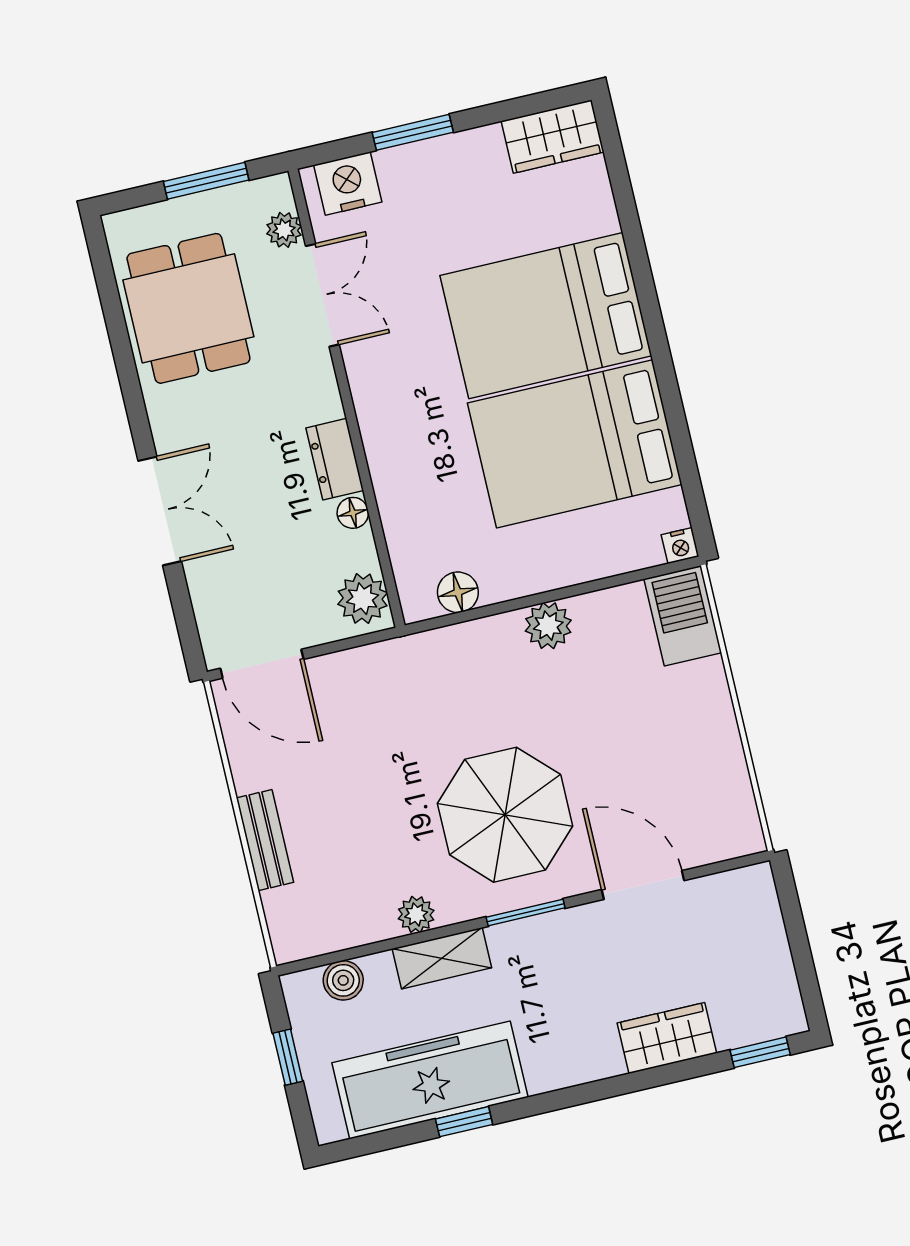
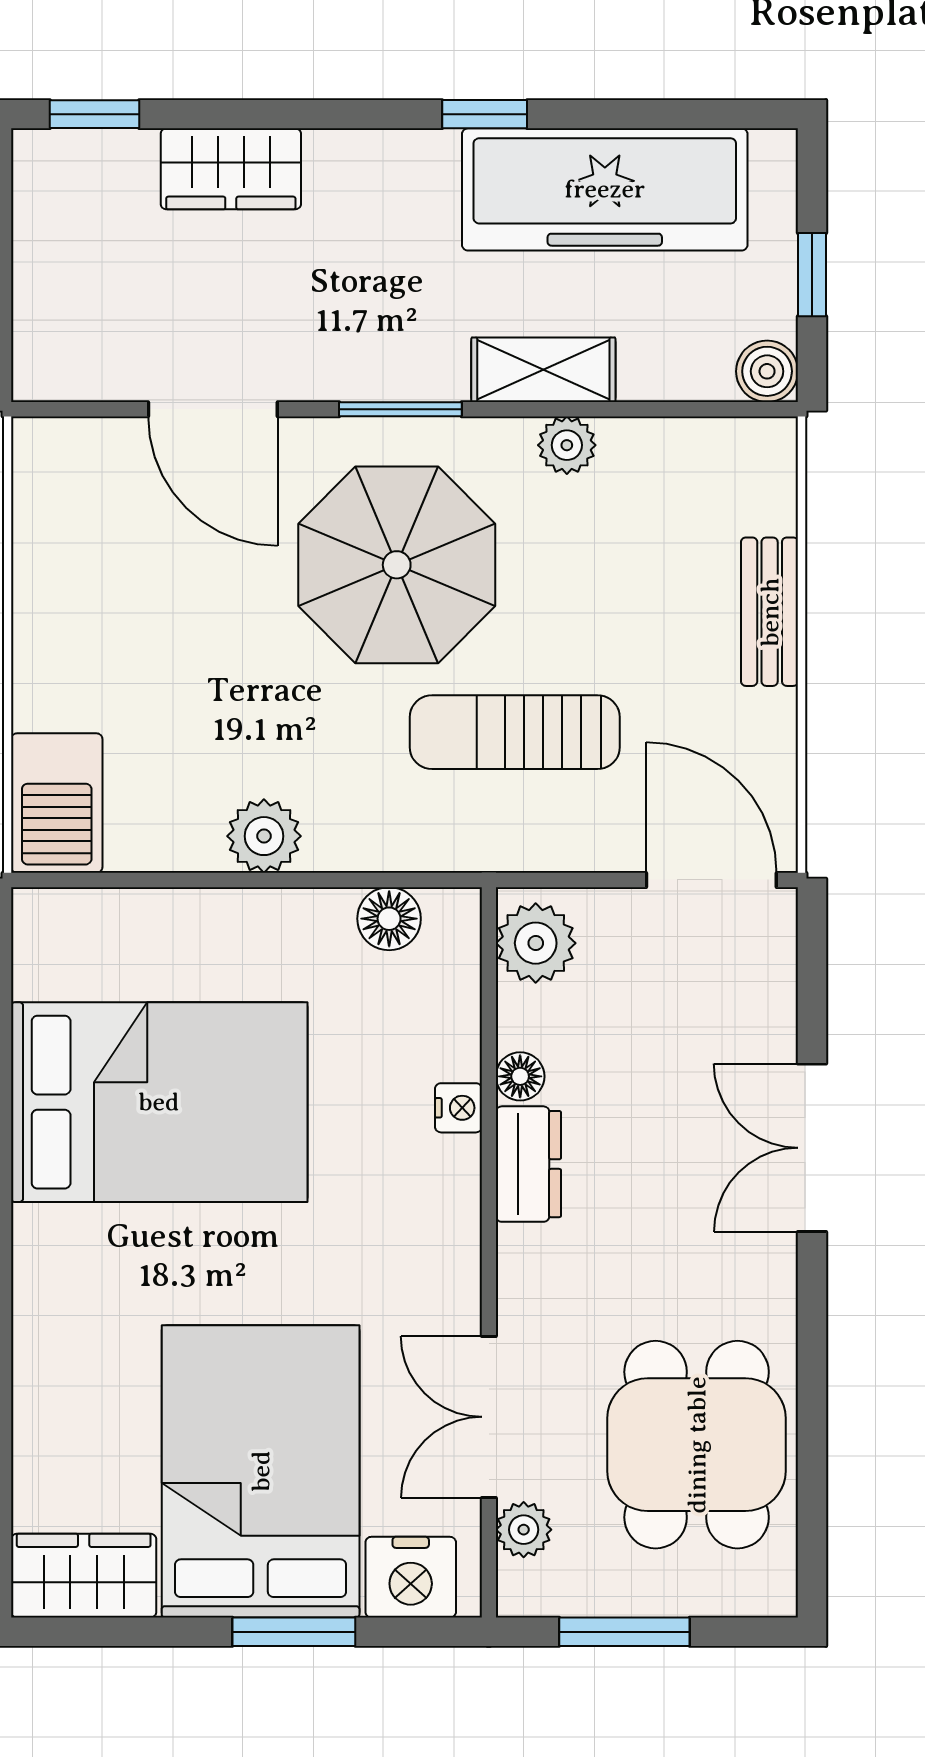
bed: (546, 316) -> (261, 1471), moved, turned -90
nightstand: (680, 546) -> (458, 1108), moved, turned 90
sun lounger: (407, 727) -> (515, 732), added
boiler: (343, 980) -> (767, 371), moved
window: (464, 1122) -> (485, 114), moved

